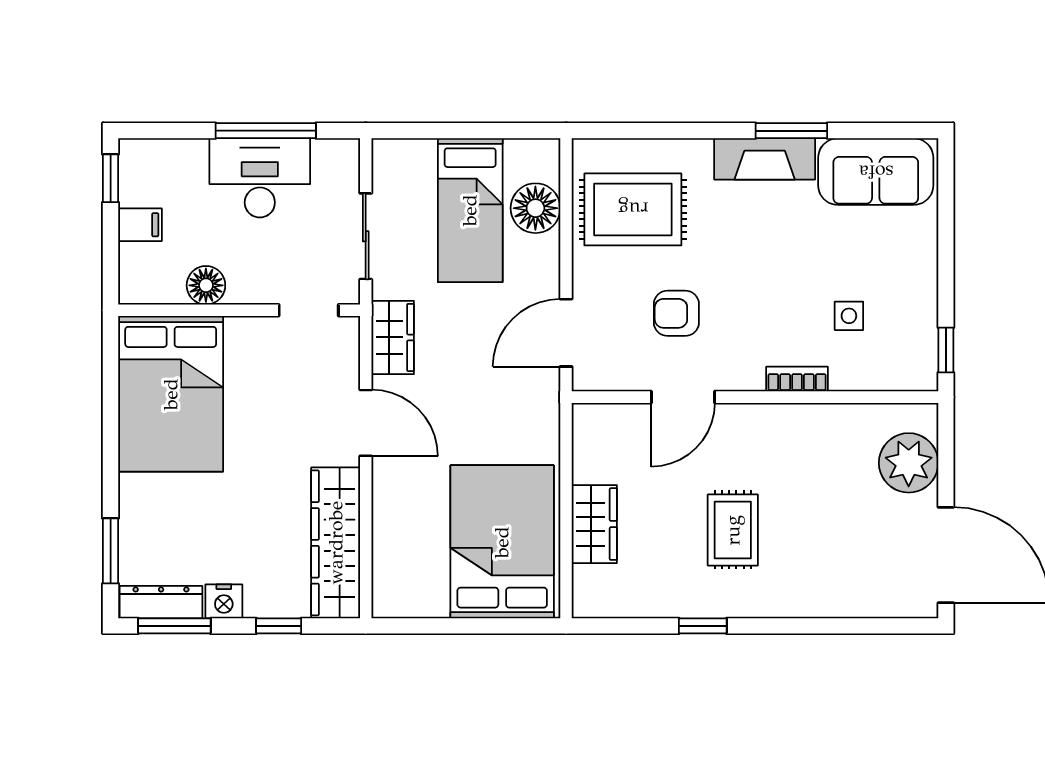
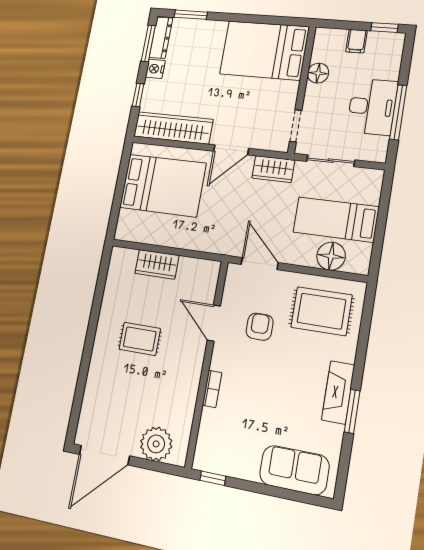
sofa: (876, 172) -> (294, 470), moved, turned 90
rug: (633, 209) -> (321, 311), turned 90
side table: (849, 316) -> (241, 425), removed
bed: (502, 542) -> (163, 186), moved
window: (703, 626) -> (95, 314), removed

